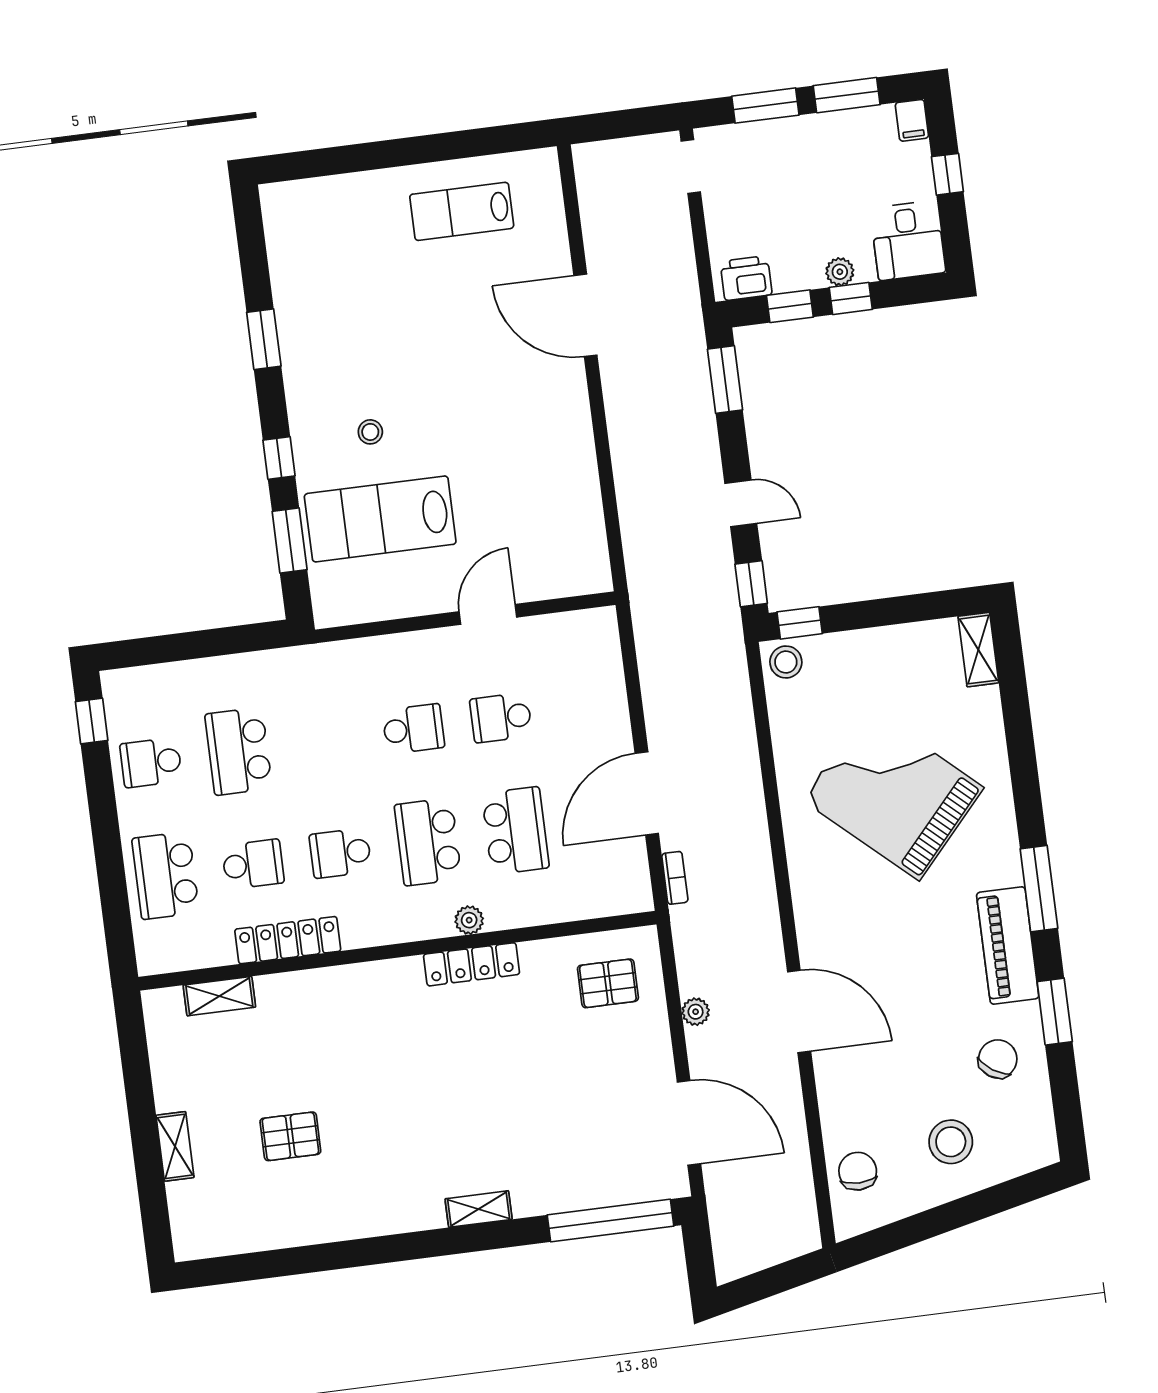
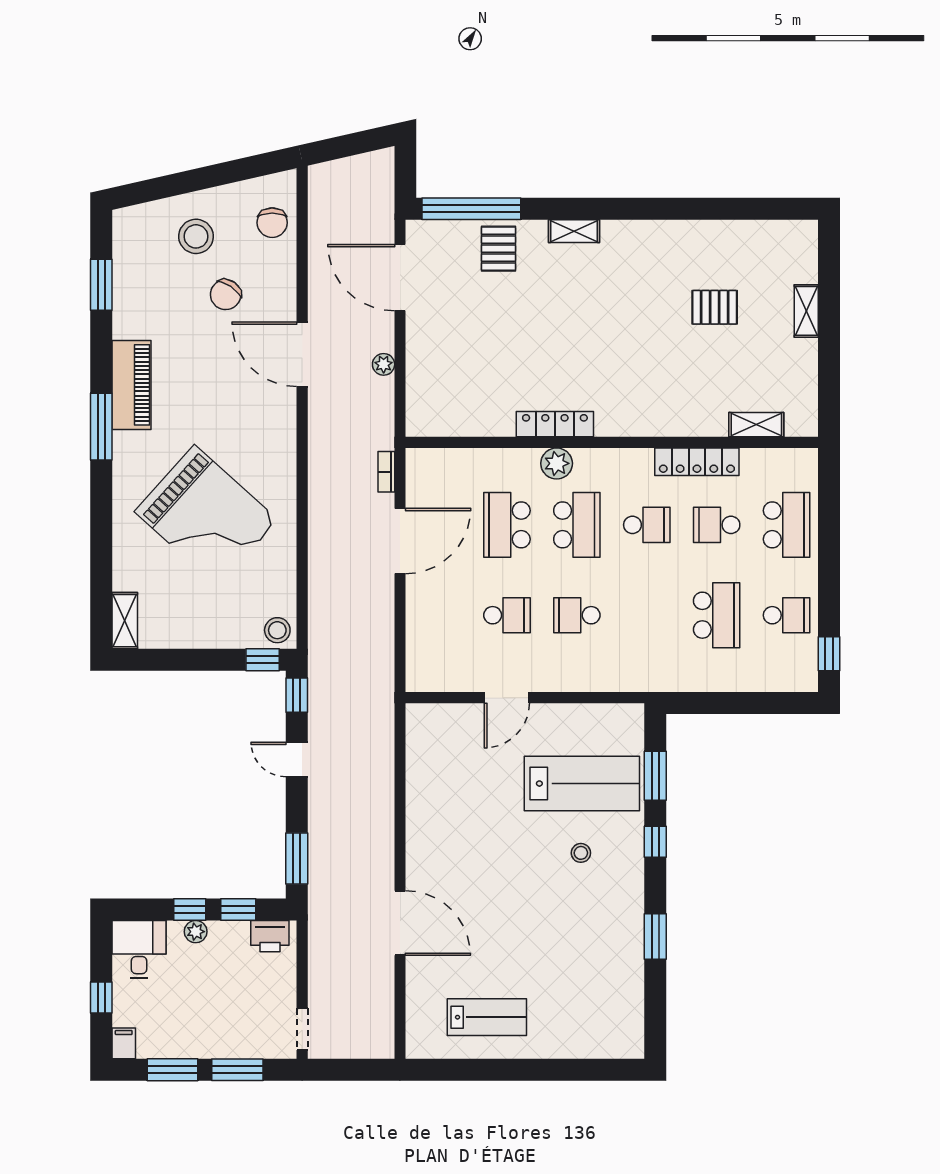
plant: (469, 920) -> (557, 463), width x1.38, depth x1.38
pallet: (608, 983) -> (498, 249), moved, turned 90
window: (1055, 1012) -> (101, 285), moved
chair: (998, 1059) -> (226, 295), moved

